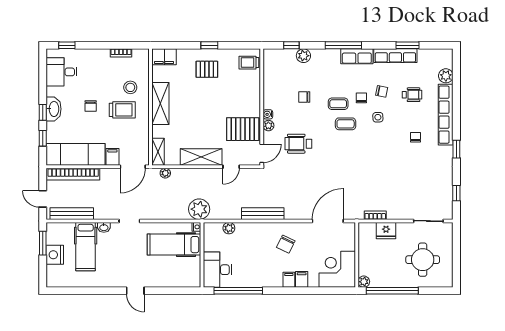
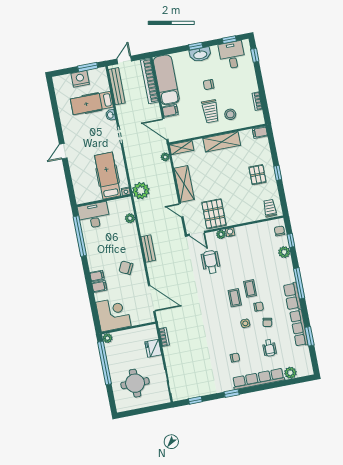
filing cabinet: (164, 57) -> (260, 132), width x0.50
chair: (304, 97) -> (280, 231), moved
window: (43, 138) -> (229, 40), moved
bench: (263, 214) -> (148, 248), width x0.73

